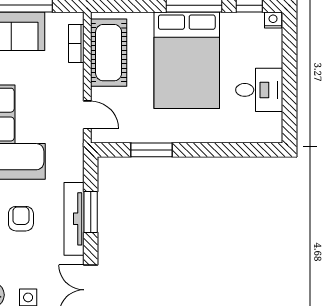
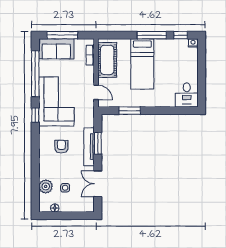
bed: (187, 60) -> (142, 64), width x0.67
desk: (259, 90) -> (187, 95), moved, turned 90

